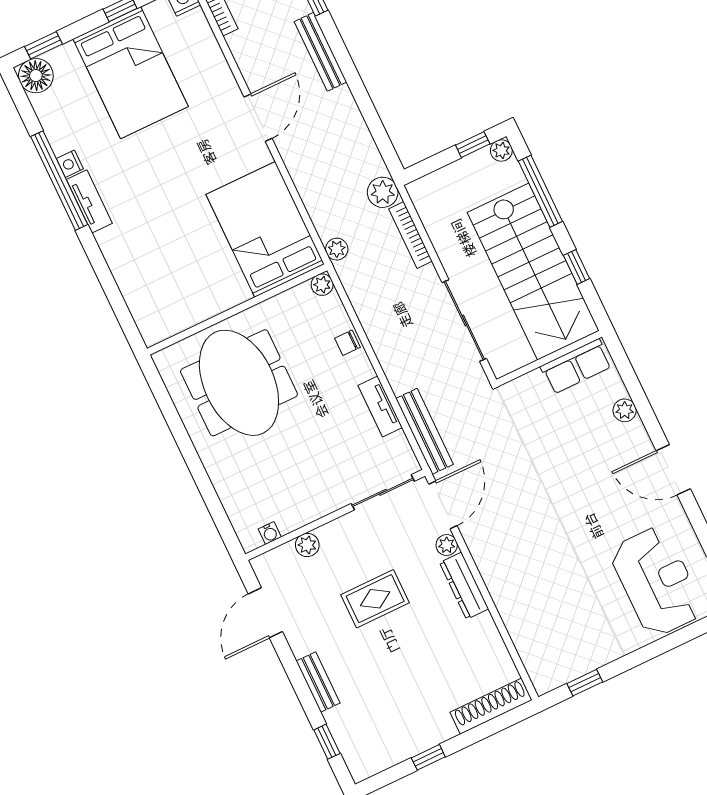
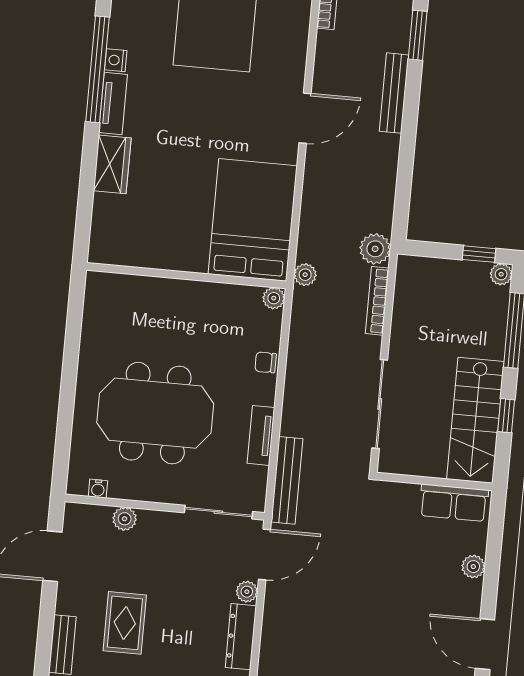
wardrobe: (119, 253) -> (112, 164), added
stairs: (533, 271) -> (475, 420), width x0.73, depth x0.66
meeting table: (239, 383) -> (155, 413), moved, turned 90
rug: (375, 599) -> (125, 623), moved, turned 90

